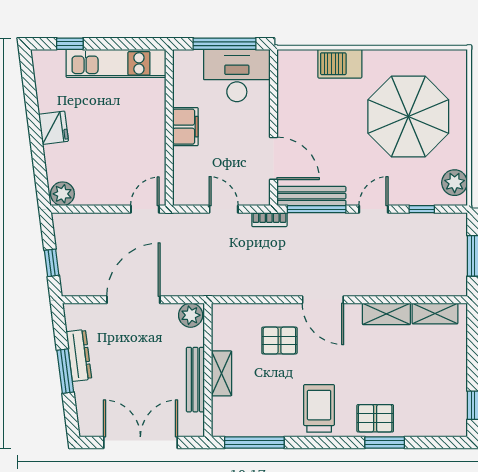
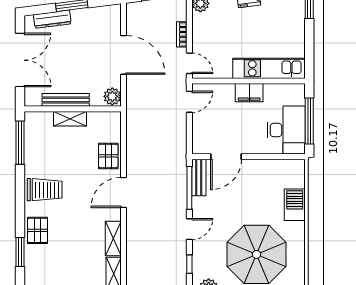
kitchen unit: (116, 63) -> (269, 68), moved, turned 90
bench: (311, 196) -> (199, 177), width x0.73
door: (224, 209) -> (189, 102), moved
door: (373, 209) -> (189, 229), hinge flipped
bookcase: (269, 220) -> (182, 34), moved
pallet: (279, 341) -> (108, 156), moved
dresser: (79, 355) -> (52, 19), moved
window: (385, 443) -> (20, 252), moved

